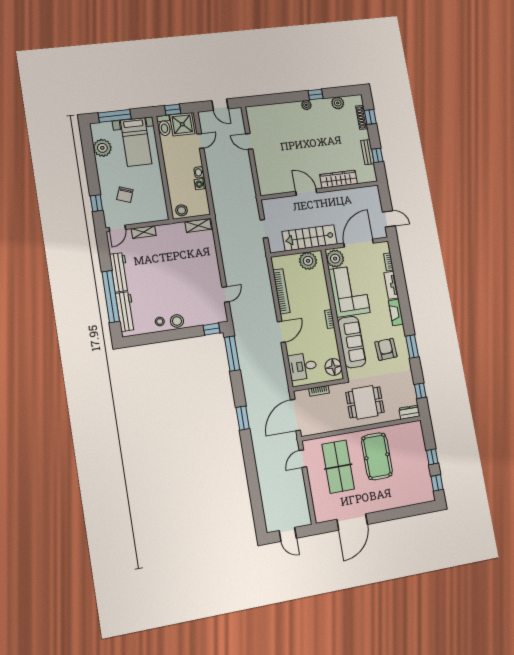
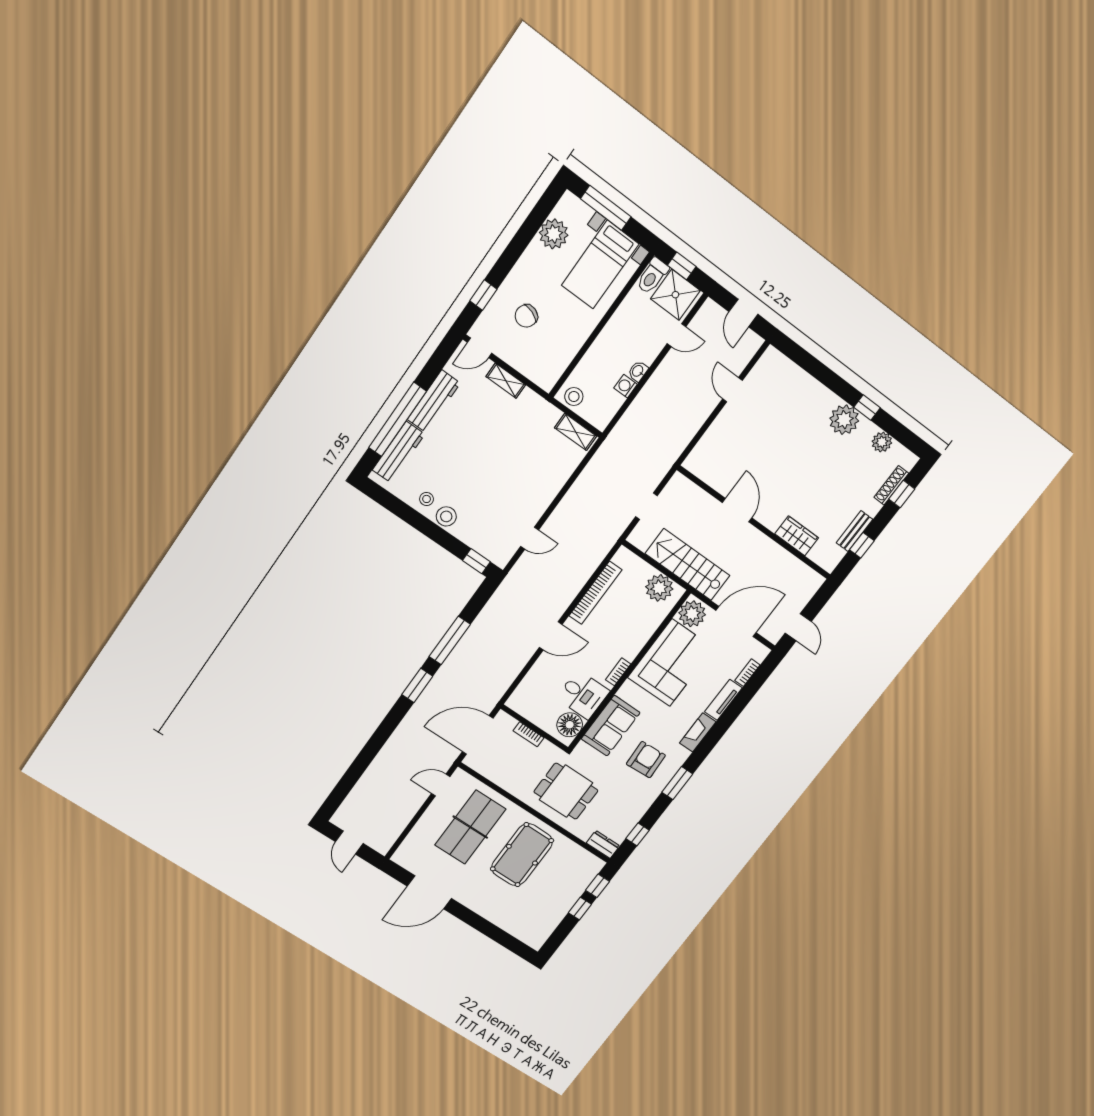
plant: (306, 105) -> (844, 420), width x1.87, depth x1.87
wardrobe: (339, 179) -> (797, 536), width x0.67
sofa: (352, 342) -> (611, 726), width x0.73
window: (232, 354) -> (450, 641), moved
desk: (303, 366) -> (583, 695), moved, turned 180
window: (437, 483) -> (598, 886), moved

